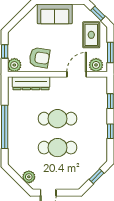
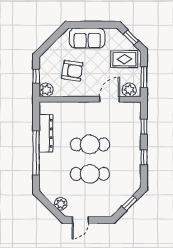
rug: (91, 35) -> (124, 59), turned 90
armchair: (39, 58) -> (72, 71), moved
dresser: (31, 83) -> (46, 133), moved, turned -90

